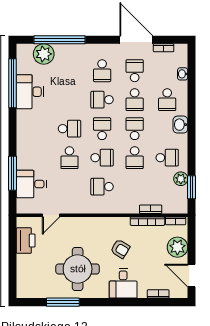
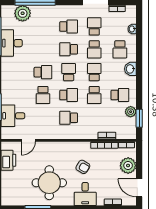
school desk: (102, 71) -> (69, 26), turned -90

